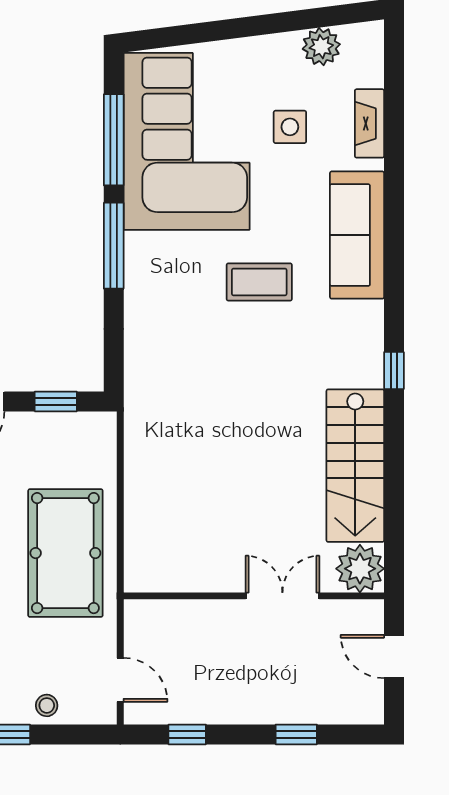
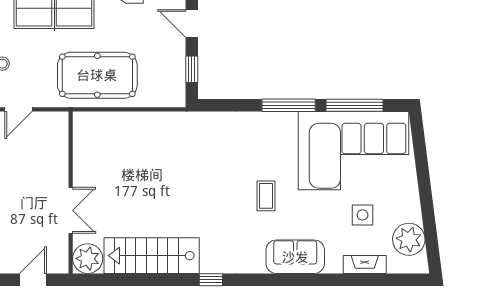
plant: (321, 47) -> (409, 239), width x1.36, depth x1.36
sofa: (357, 235) -> (295, 257), width x0.73
coffee table: (259, 282) -> (266, 196), width x0.73, depth x0.77

